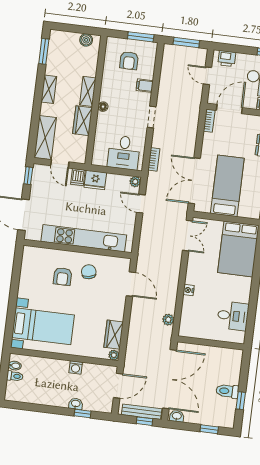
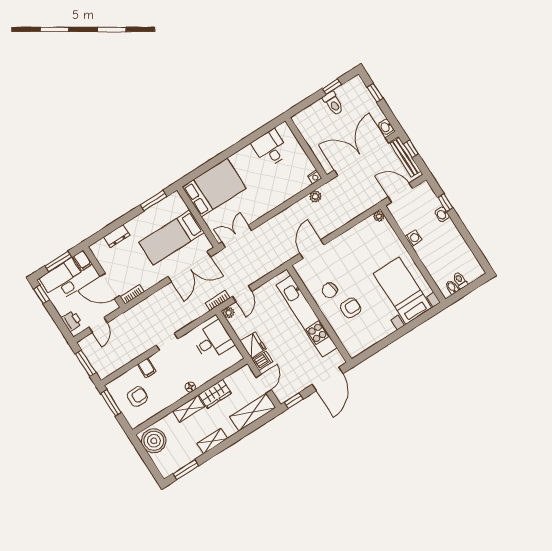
boiler: (86, 40) -> (154, 441), width x1.86, depth x1.86
bookcase: (154, 159) -> (218, 300), moved
nightstand: (189, 290) -> (315, 177), moved
wardrobe: (114, 335) -> (363, 230), removed

